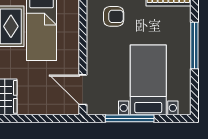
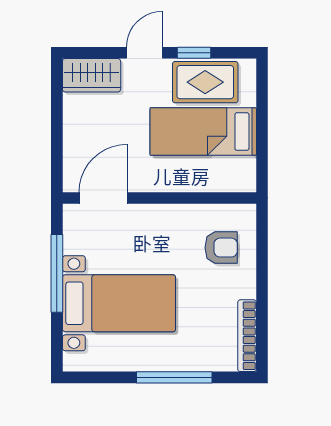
armchair: (114, 16) -> (221, 248), turned -90

